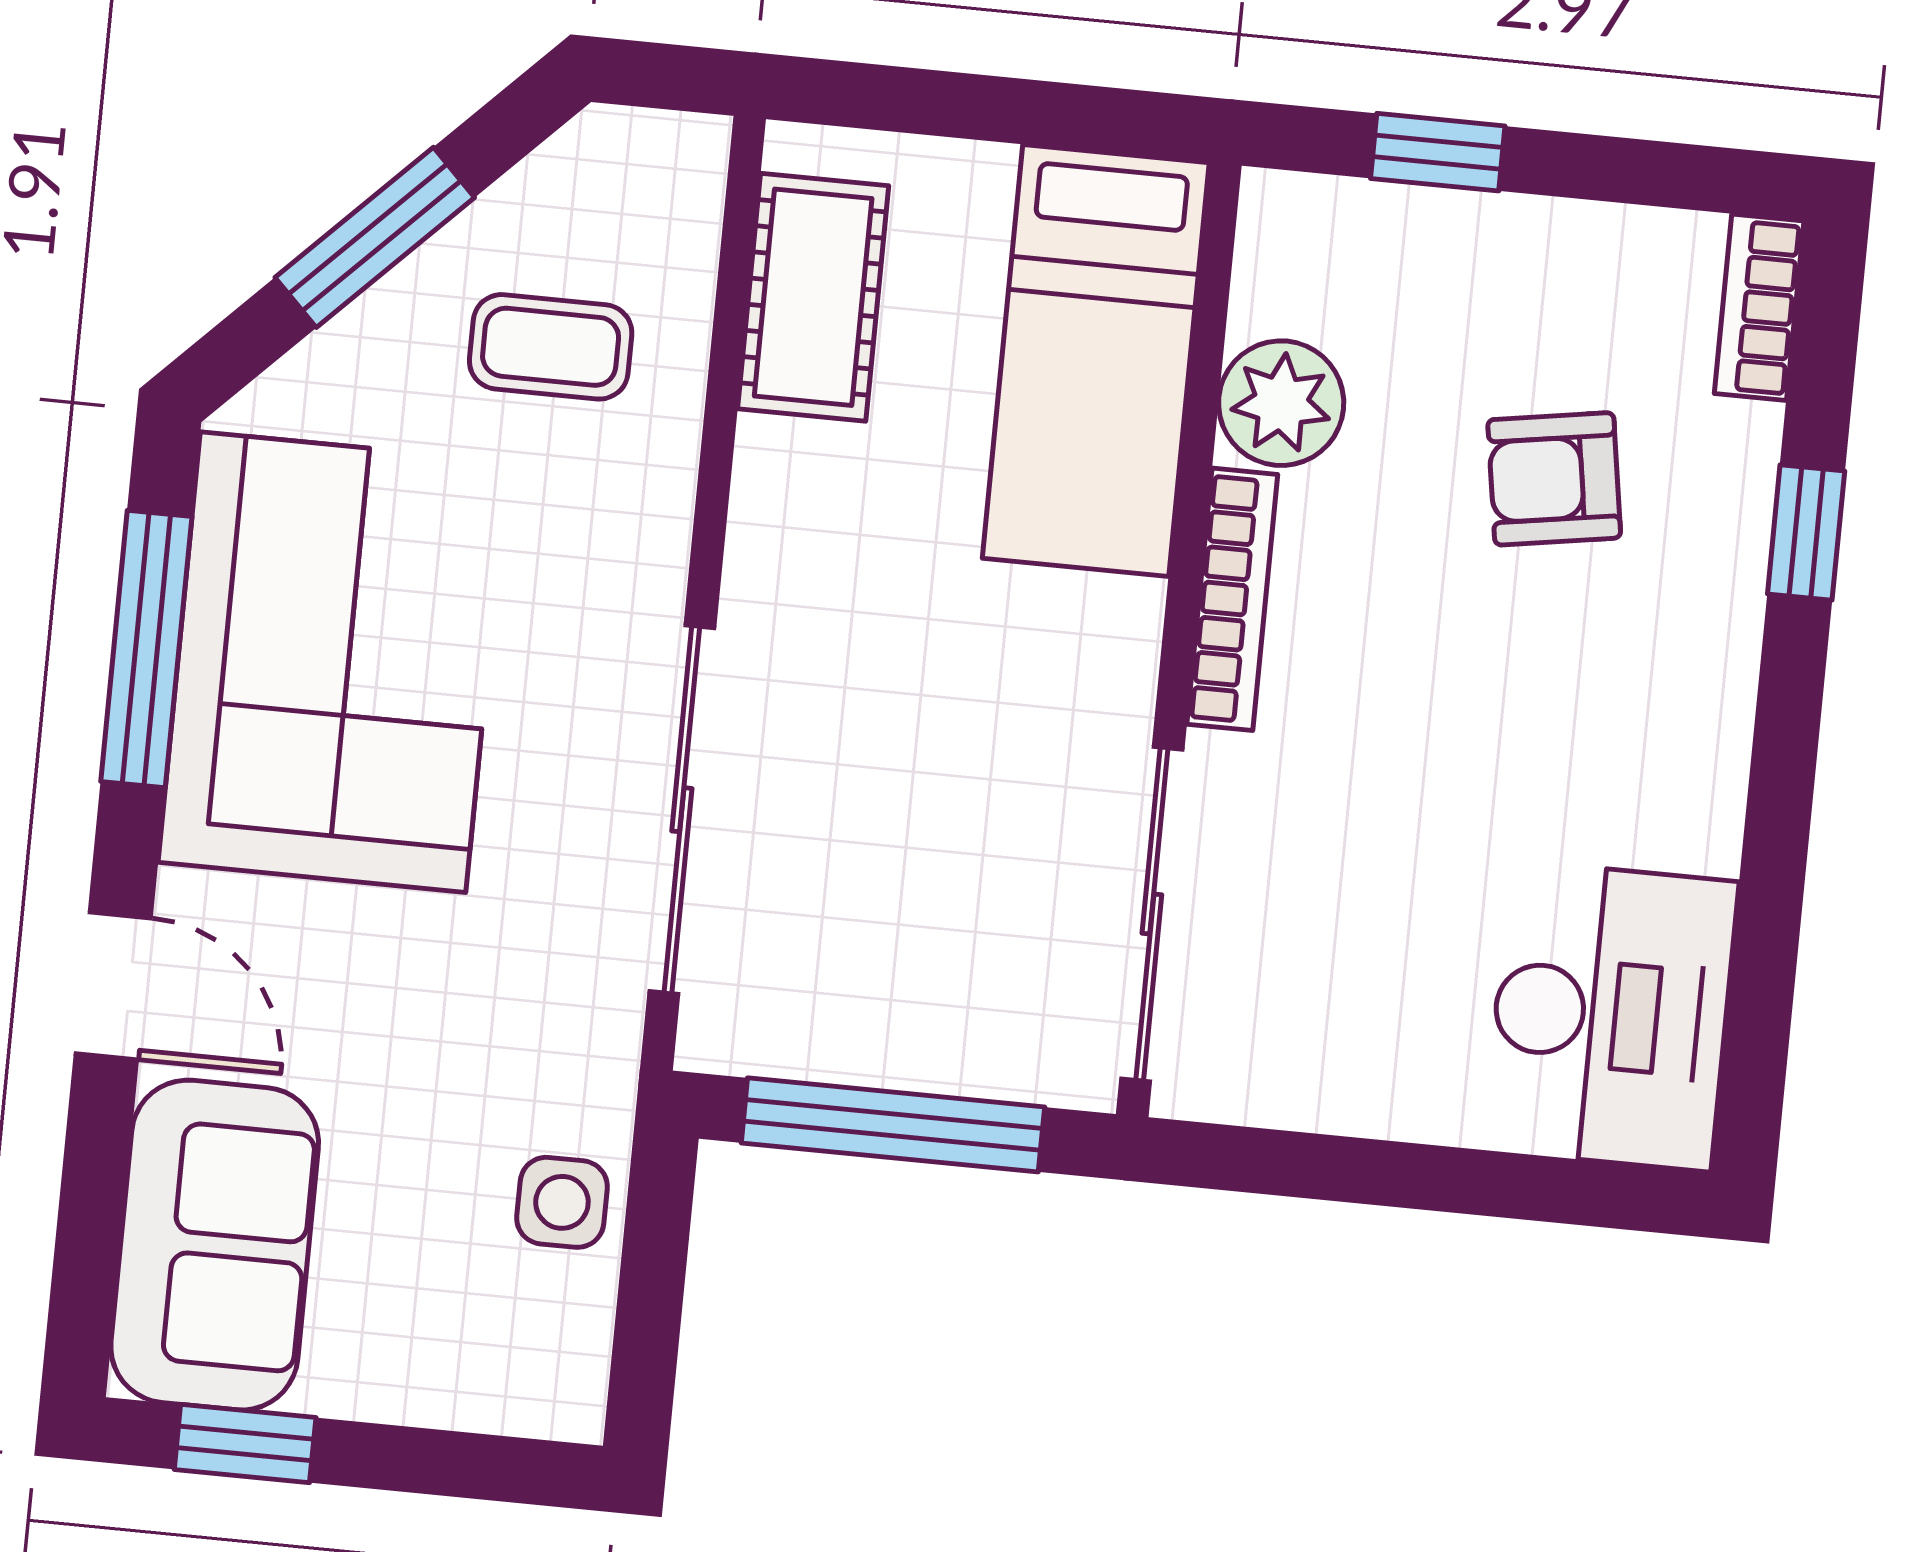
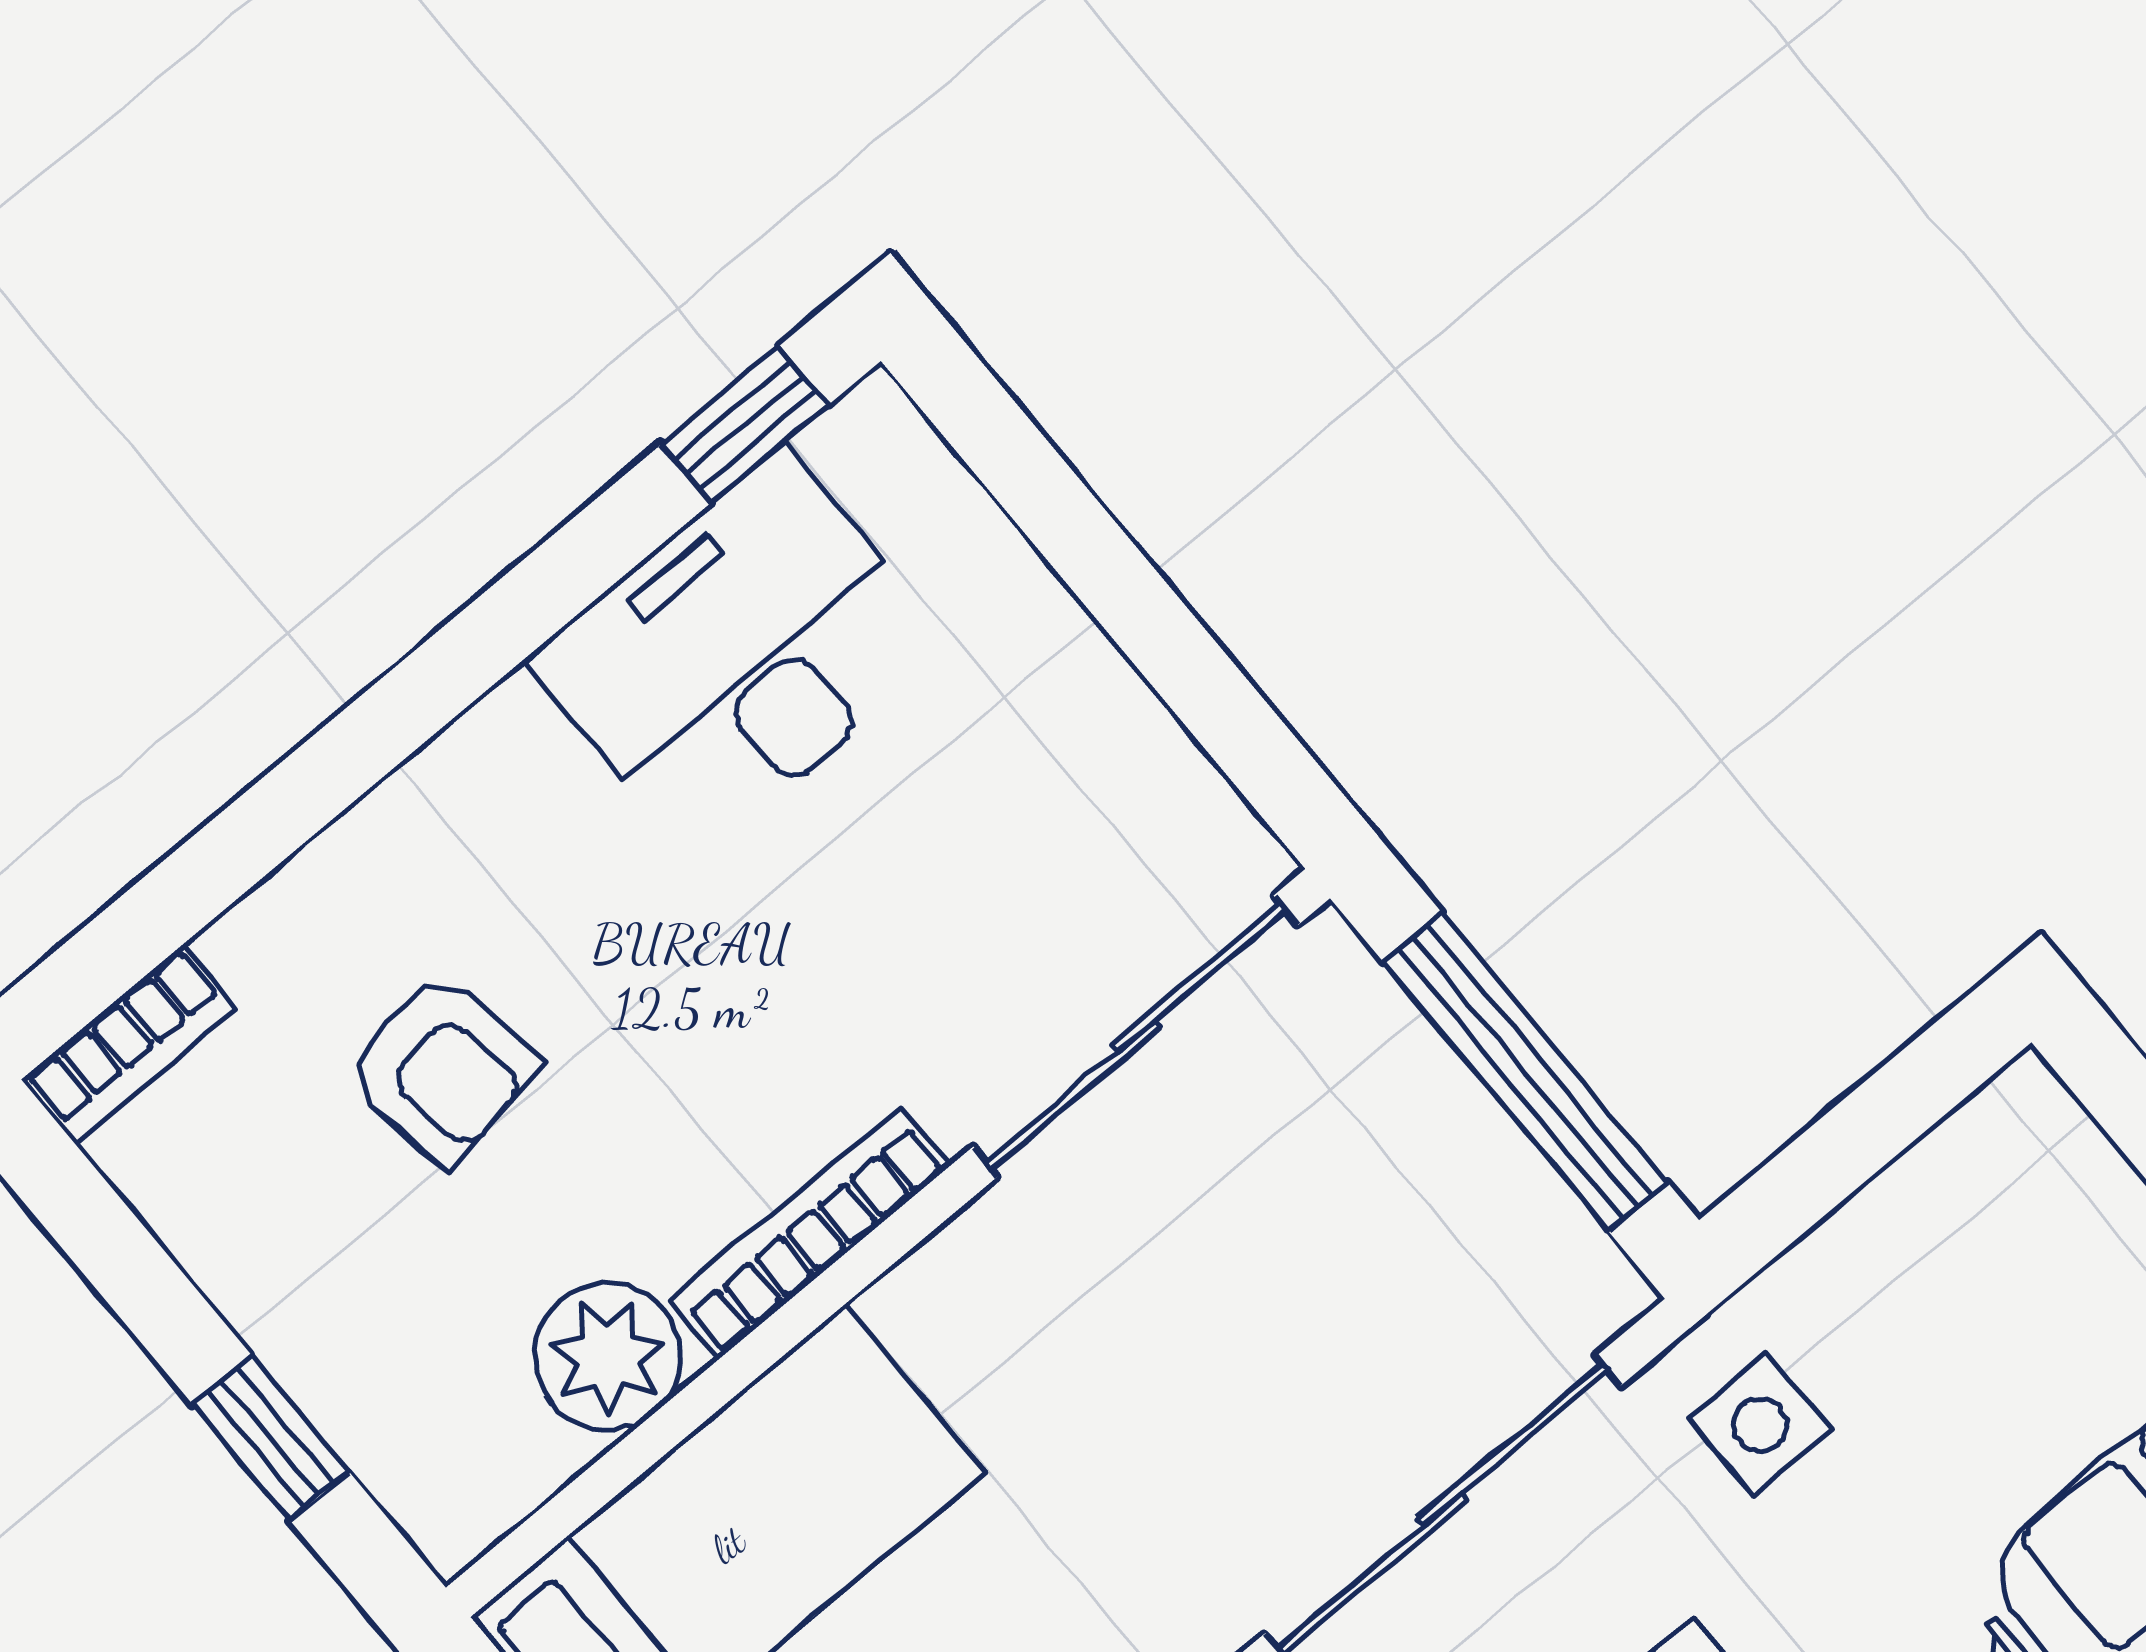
window: (1806, 533) -> (745, 425), moved
desk: (1611, 1016) -> (740, 654), moved
side table: (562, 1202) -> (1760, 1425), moved

